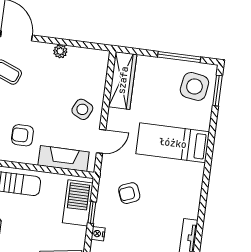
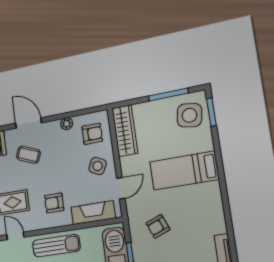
armchair: (86, 72) -> (92, 134), added

